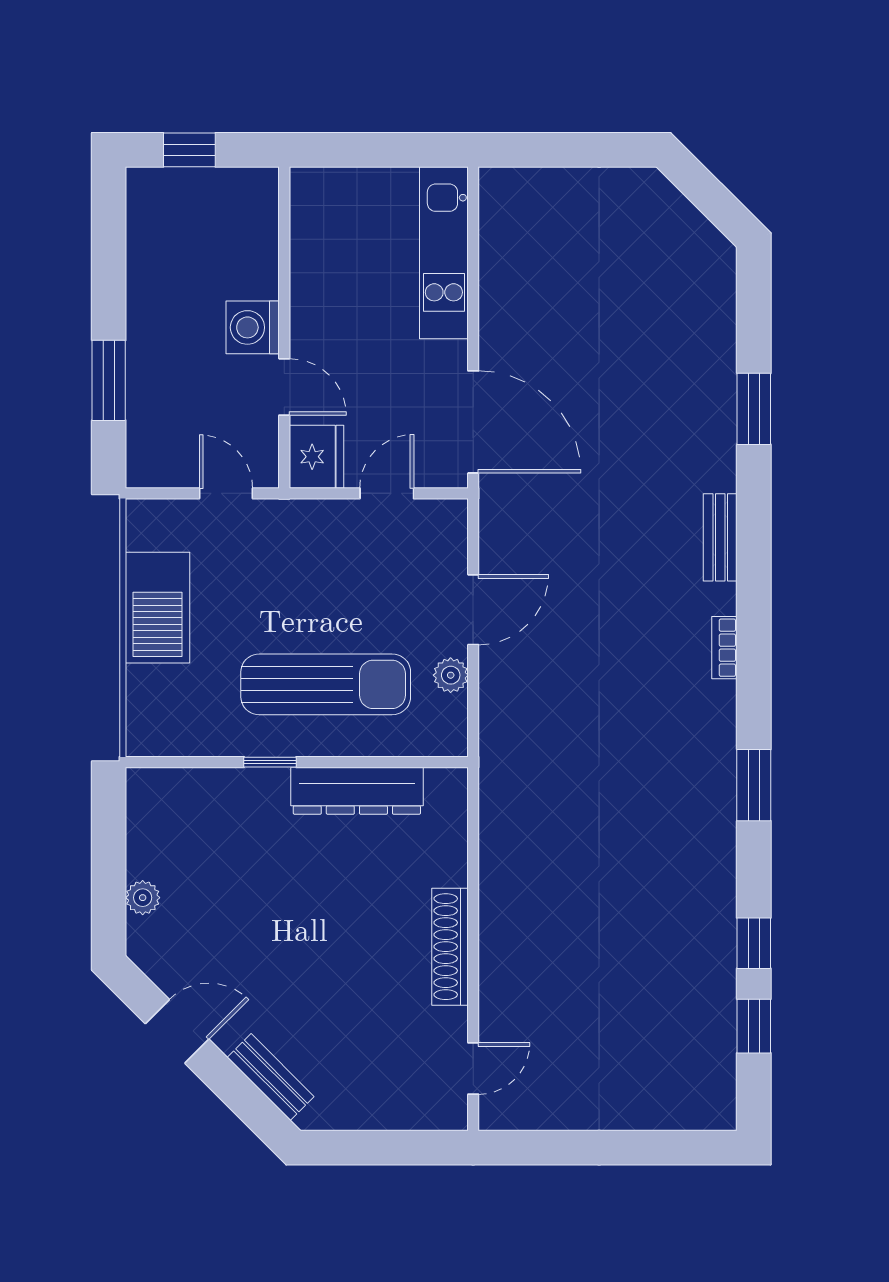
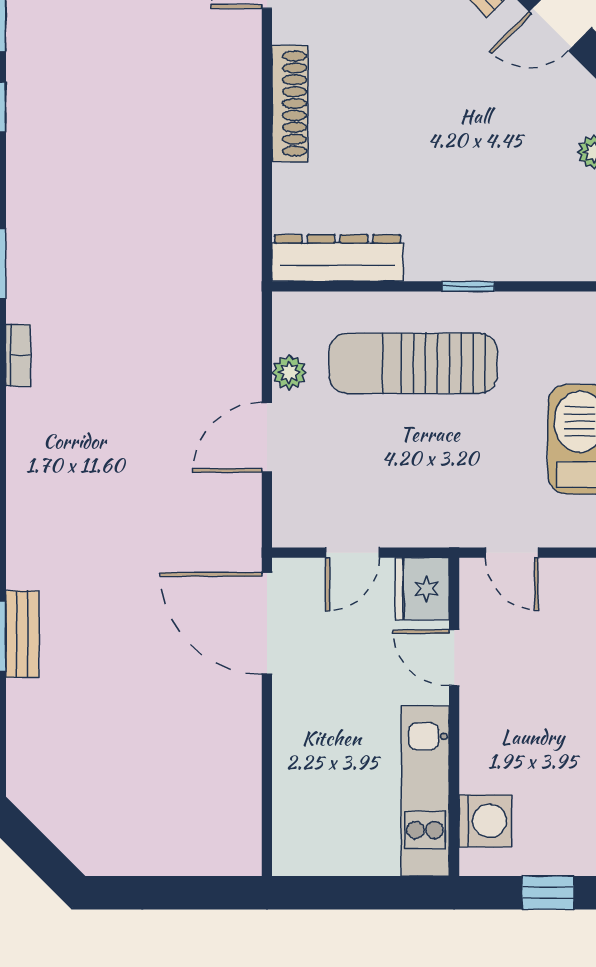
kitchen unit: (444, 253) -> (425, 791), moved, turned 180
washing machine: (253, 327) -> (485, 821), moved
bench: (720, 537) -> (22, 634), moved
bookcase: (724, 648) -> (18, 355), moved
dresser: (357, 791) -> (337, 258), moved

